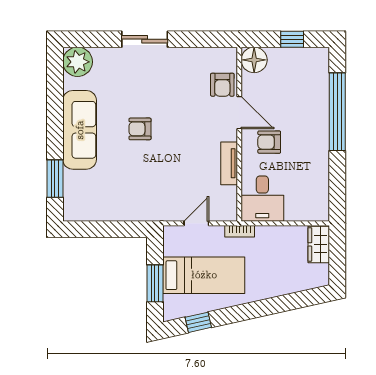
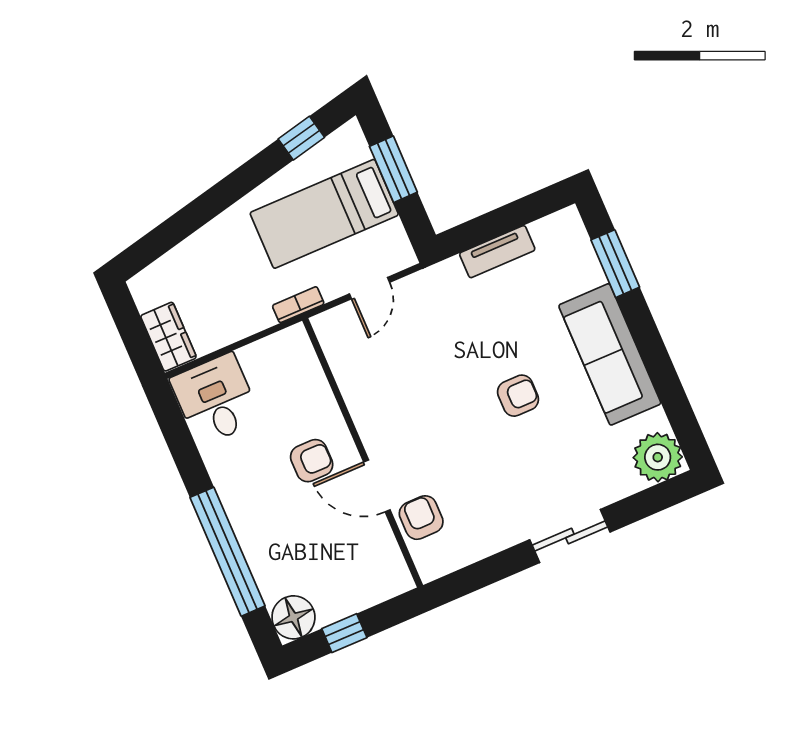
floor lamp: (254, 60) -> (293, 617), moved
tv unit: (229, 163) -> (497, 252), moved, turned 90
desk: (262, 199) -> (216, 399), moved

